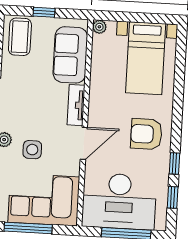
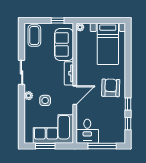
window: (44, 12) -> (58, 21), moved
armchair: (146, 134) -> (111, 88), turned 92
desk: (119, 201) -> (87, 131), width x0.53, depth x0.77
window: (28, 228) -> (45, 146), width x0.69

